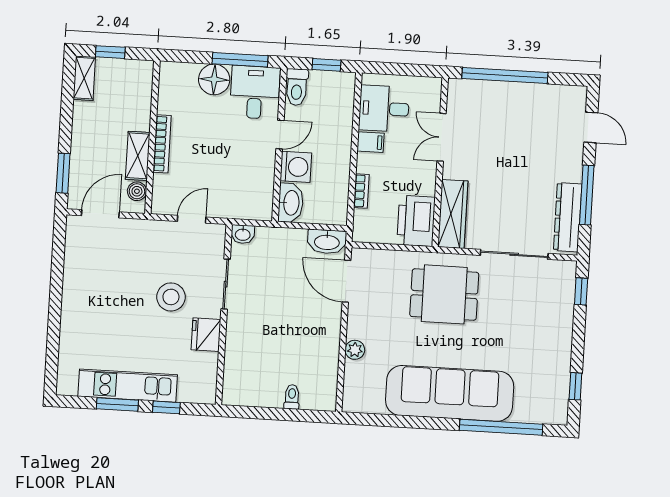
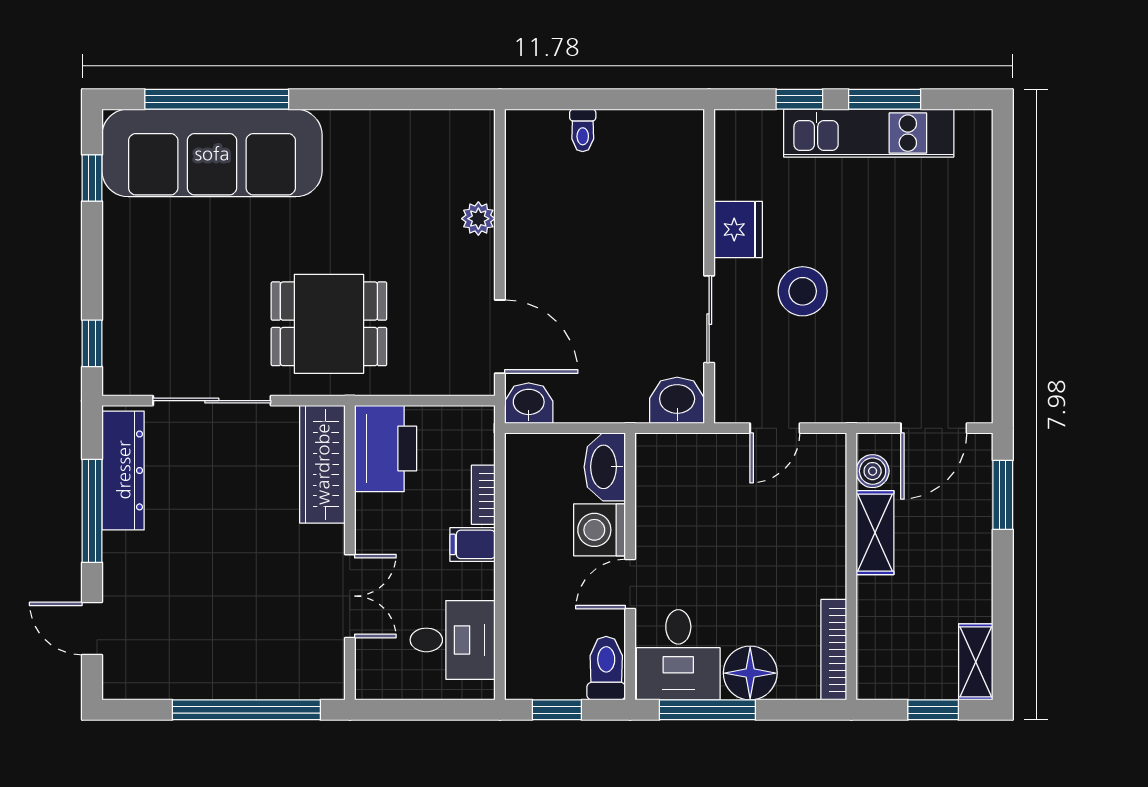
filing cabinet: (370, 142) -> (473, 544), moved
bookcase: (162, 144) -> (834, 650), moved
washbasin: (243, 234) -> (677, 400), width x1.38, depth x1.45
washbasin: (327, 242) -> (529, 403), width x0.72
sofa: (450, 393) -> (212, 153), moved

